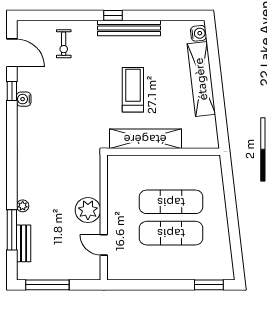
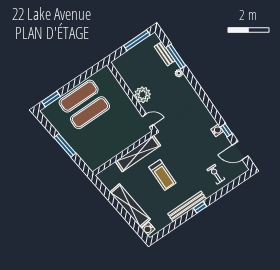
exercise mat: (171, 202) -> (79, 96), moved
window: (232, 213) -> (65, 145), added
door: (104, 245) -> (148, 121), moved

